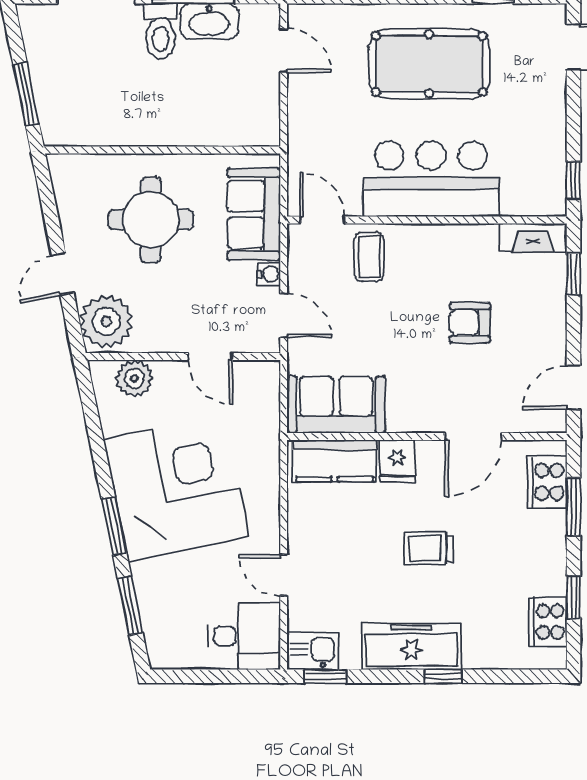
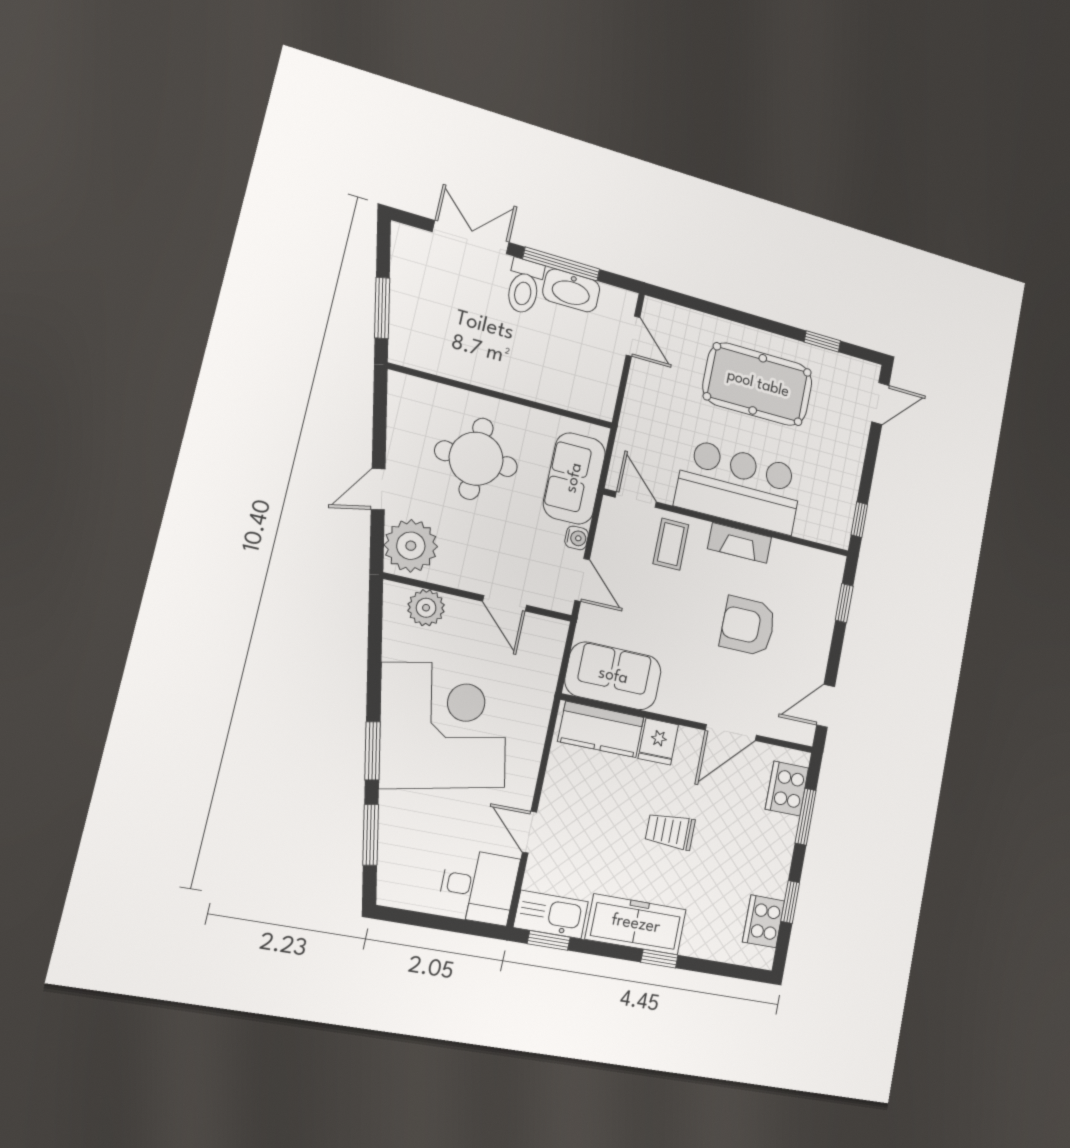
fireplace: (533, 238) -> (740, 543), moved
armchair: (470, 323) -> (748, 626), width x1.38, depth x1.38
kitchen sink: (313, 651) -> (551, 914), width x1.38

